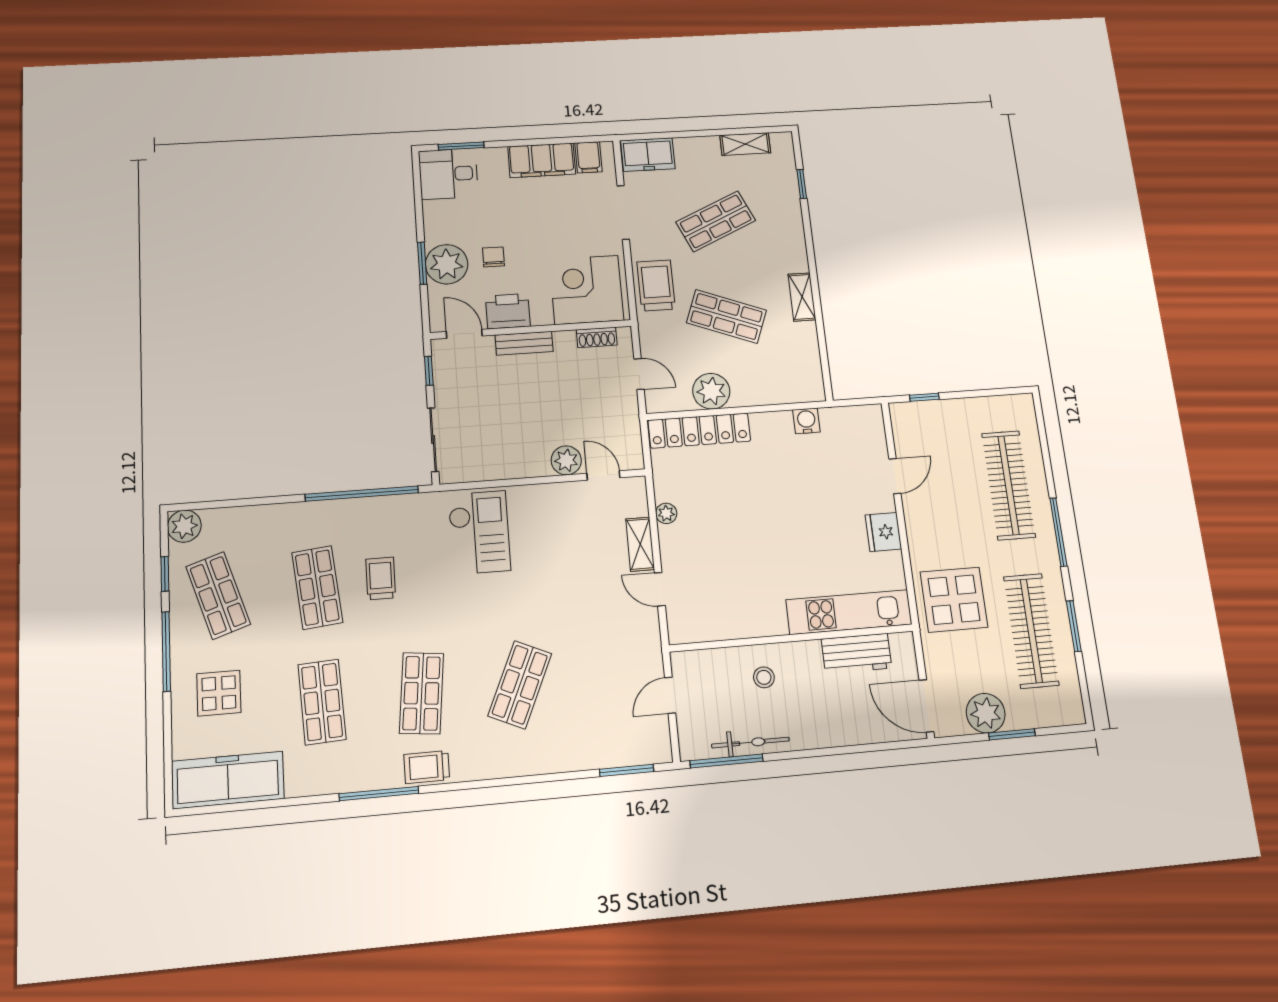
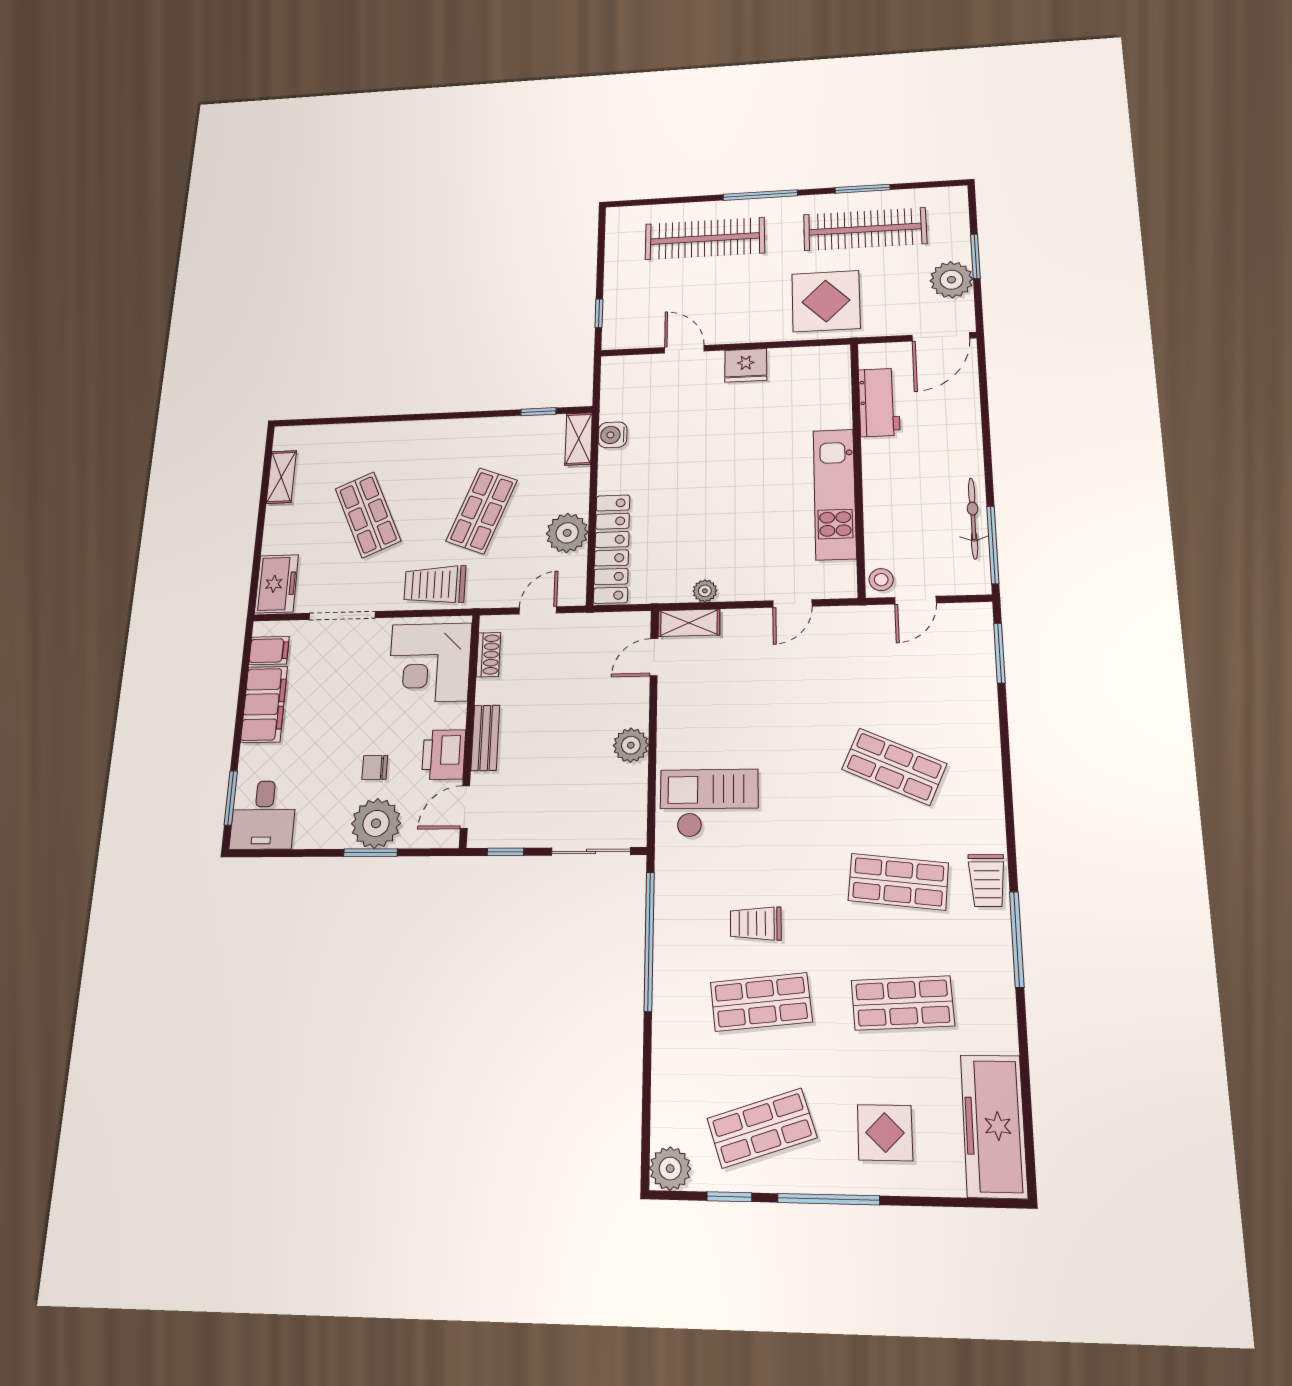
window: (802, 184) -> (538, 412), moved
shelving: (802, 297) -> (579, 439), moved, turned 90
plant: (566, 460) -> (631, 745), moved
shelving: (640, 544) -> (689, 623), moved
kitchen unit: (849, 612) -> (835, 494), moved
stool: (764, 677) -> (881, 580), moved
door: (670, 695) -> (915, 600), hinge flipped

